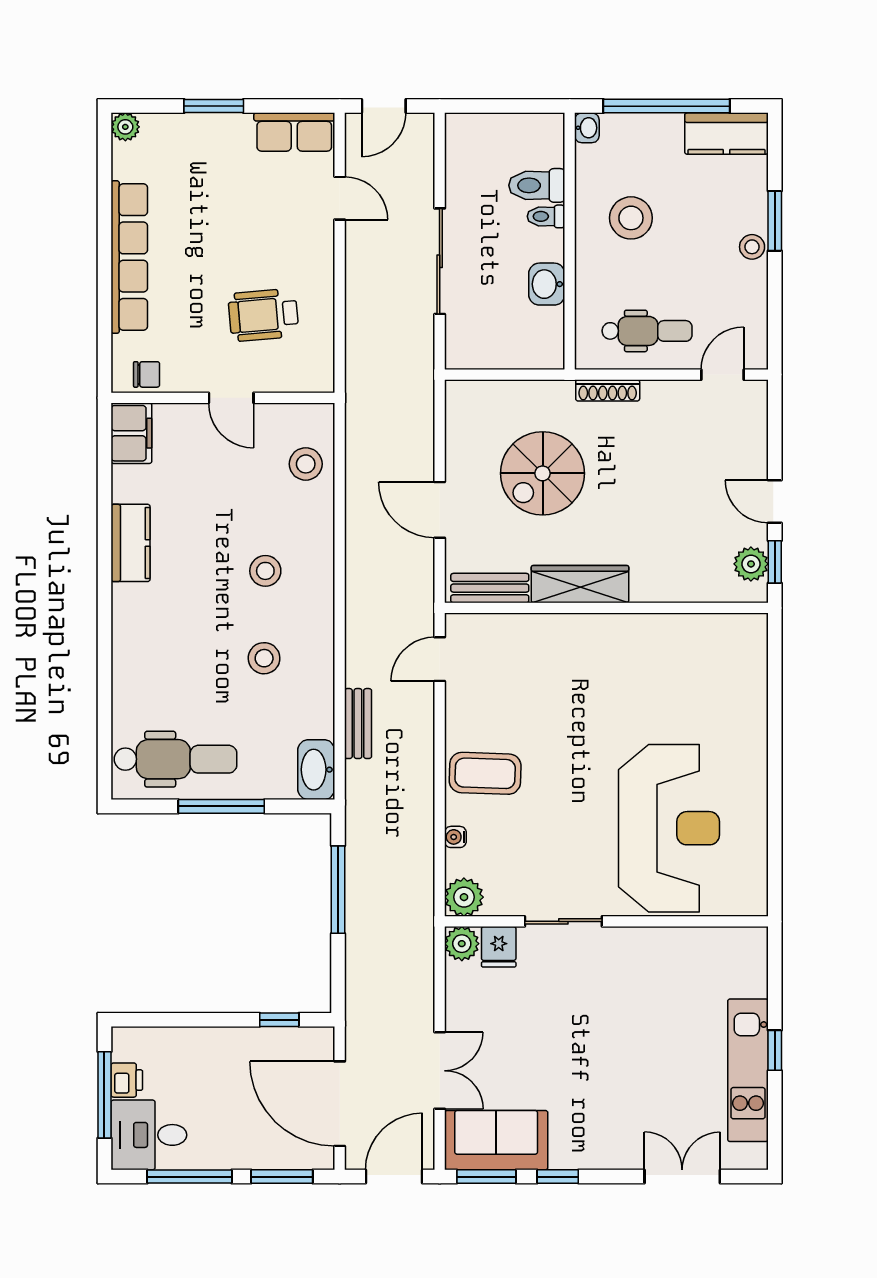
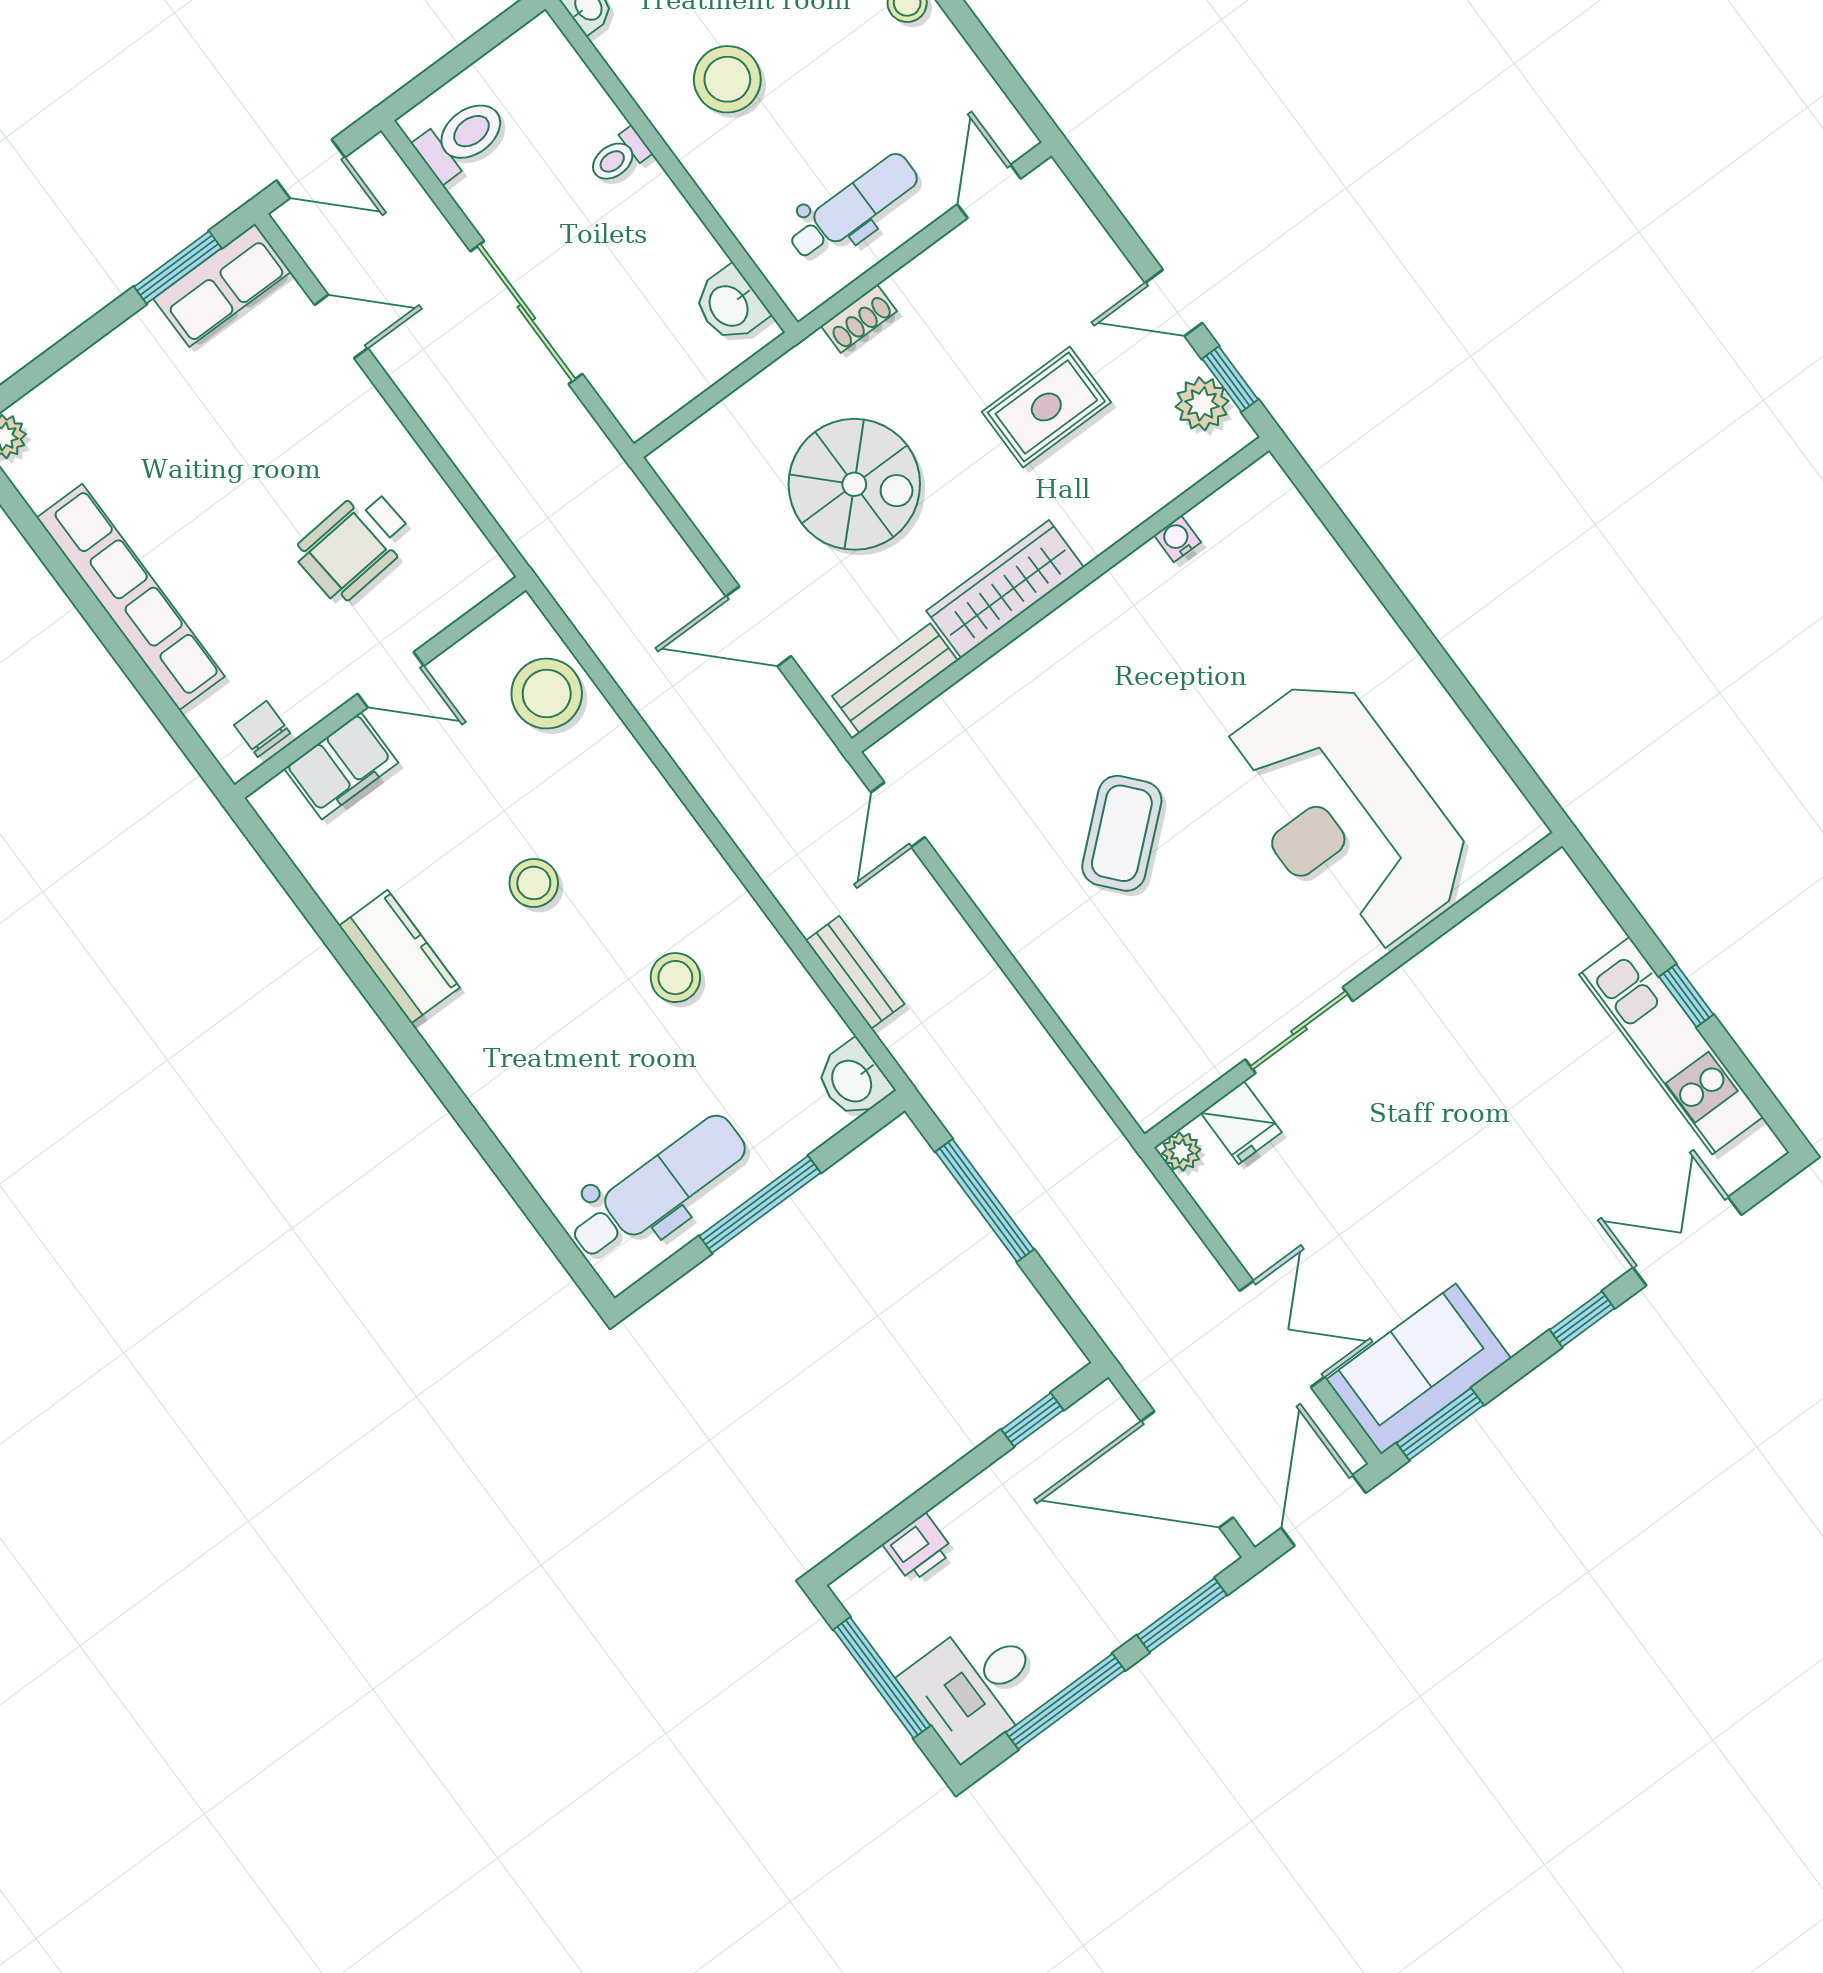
window: (214, 106) -> (178, 267), moved
door: (384, 106) -> (311, 169), hinge flipped
toilet: (537, 185) -> (462, 138), moved, turned 180
washbasin: (547, 284) -> (730, 305), moved
chair: (147, 374) -> (262, 729), turned -90
shoe rack: (608, 390) -> (859, 319), width x0.70
filing cabinet: (131, 433) -> (341, 766), moved, turned 90
stool: (306, 464) -> (547, 694), width x1.38, depth x1.38
spiral stairs: (543, 473) -> (854, 484), turned -90
rug: (670, 507) -> (1046, 407), added
stool: (265, 571) -> (534, 883), moved
washbasin: (316, 770) -> (853, 1080), width x0.72
coffee table: (485, 773) -> (1122, 833), moved, turned -43
reception desk: (669, 828) -> (1345, 814), turned 180
water cooler: (455, 837) -> (1177, 539), moved, turned 90
plant: (464, 897) -> (1151, 1092), removed
plant: (462, 944) -> (1181, 1152), width x0.73, depth x0.73
printer: (127, 1080) -> (918, 1548), moved, turned 90
window: (558, 1177) -> (1582, 1319), moved

